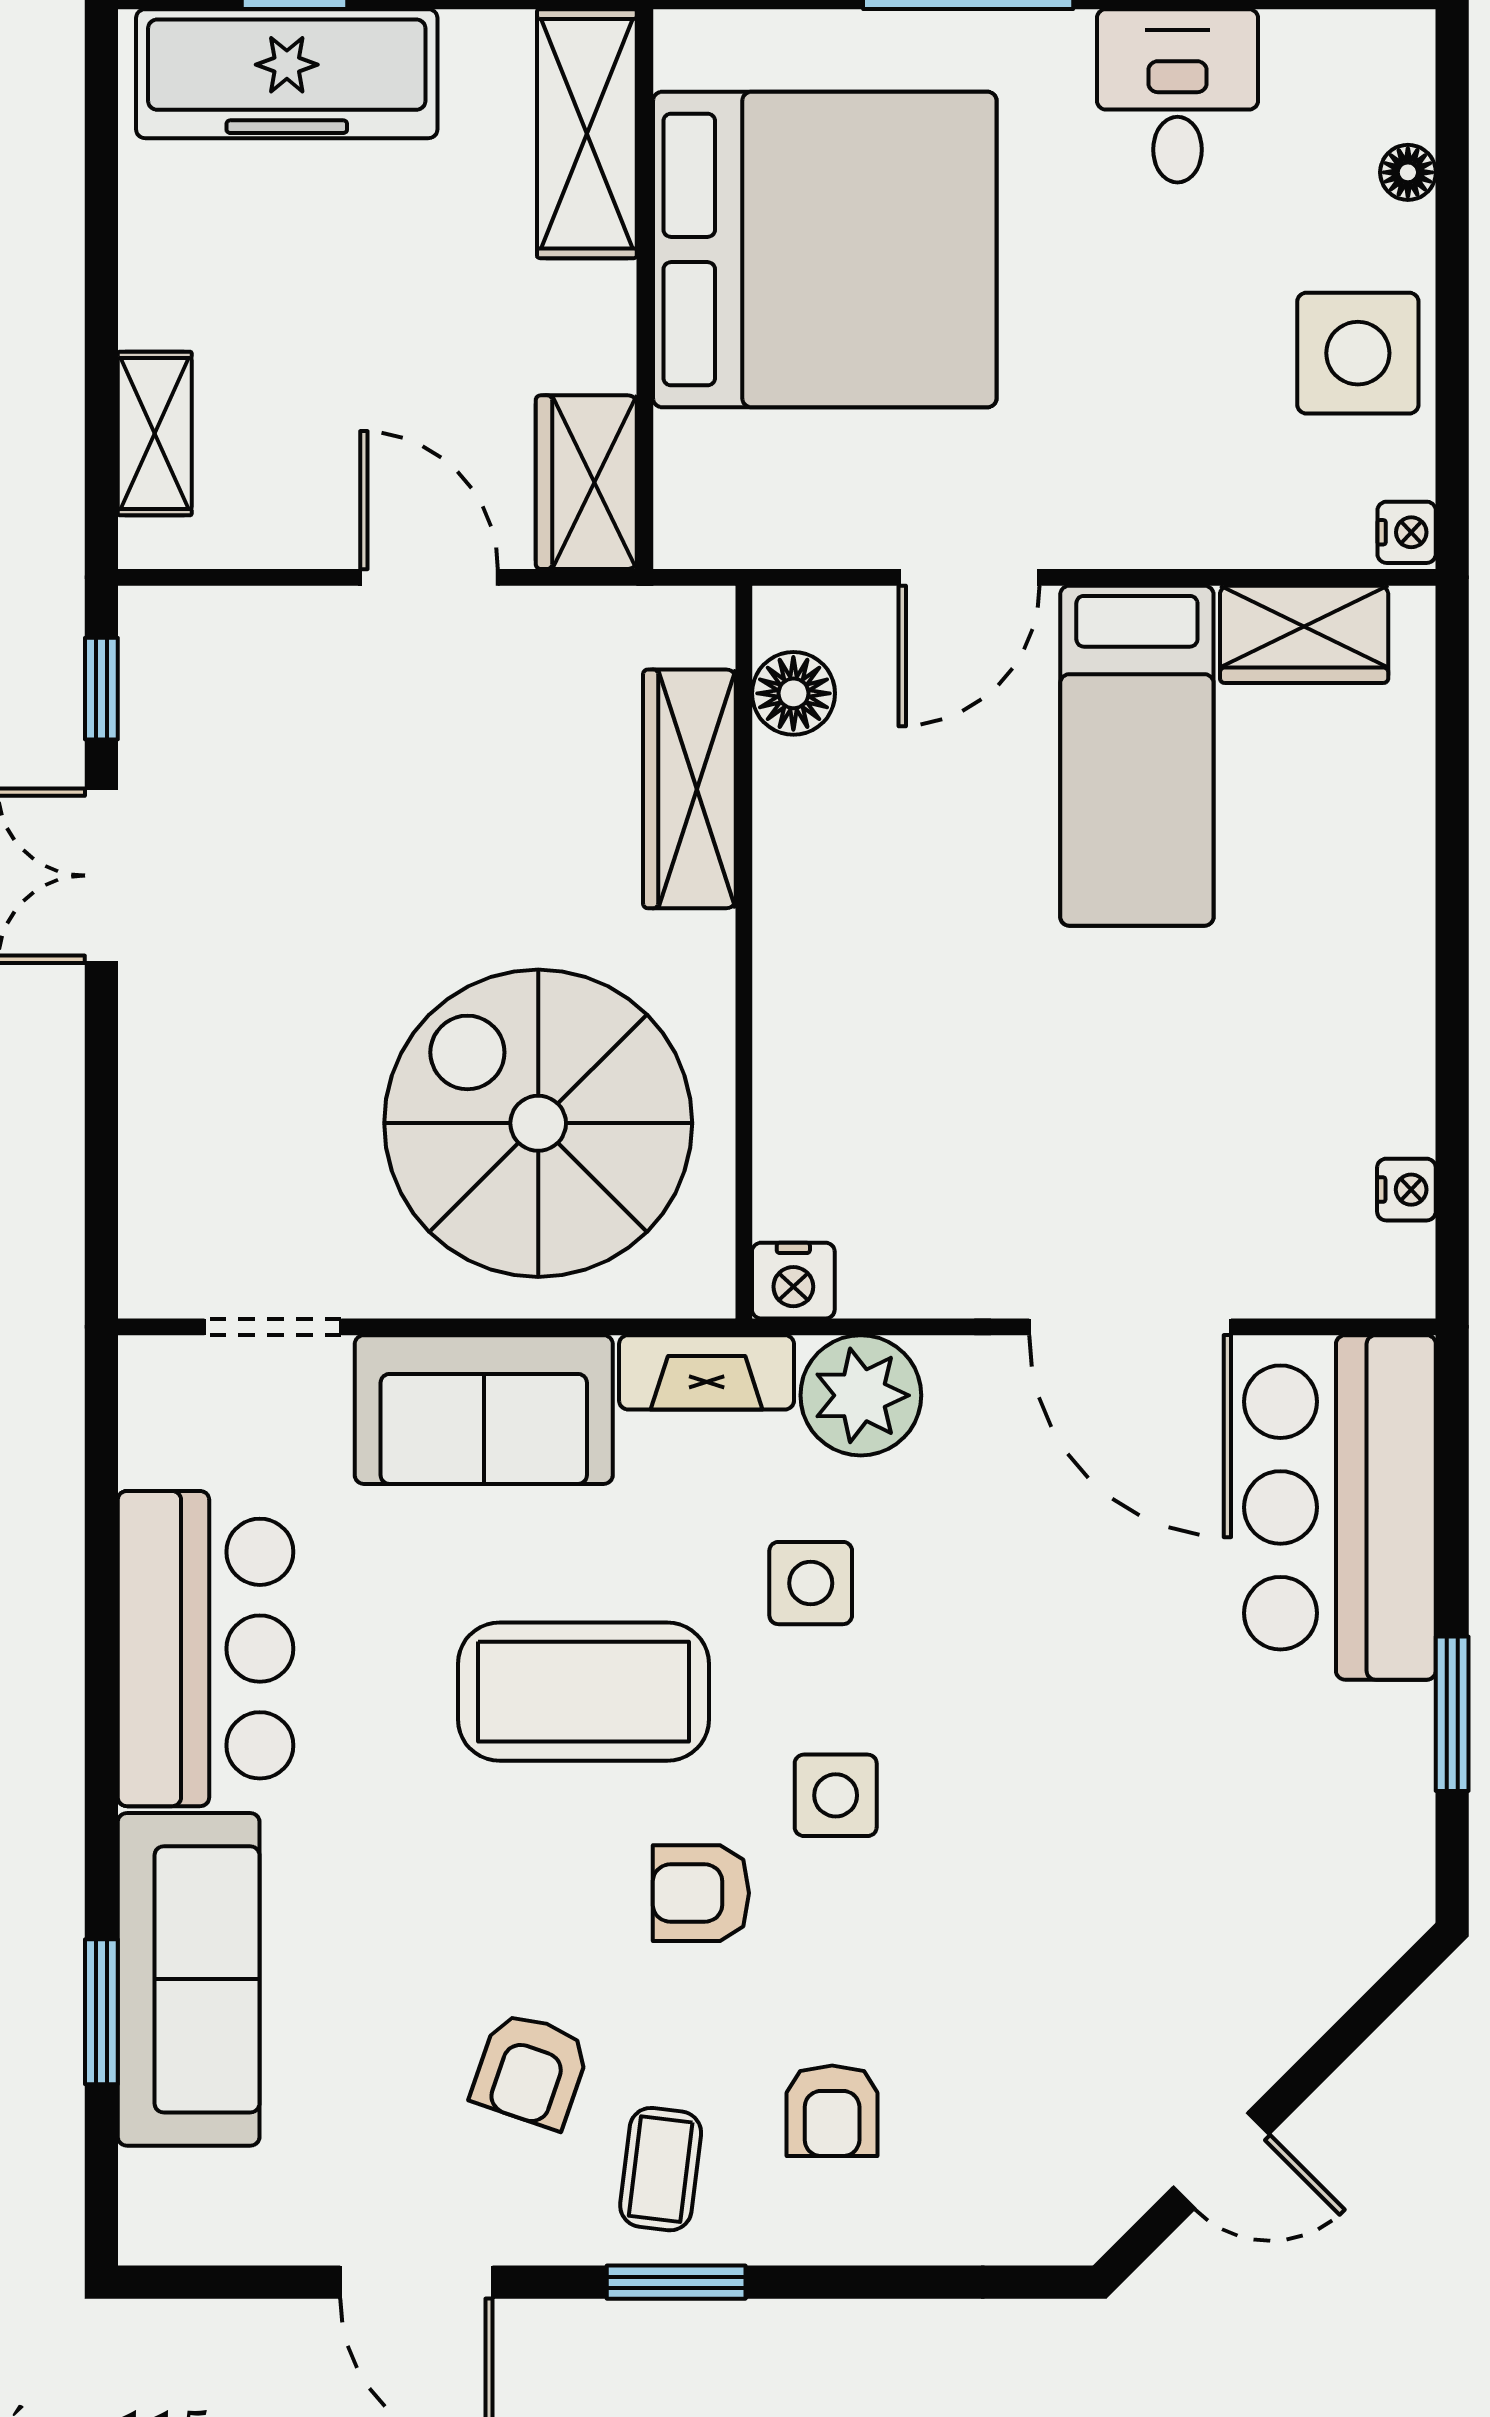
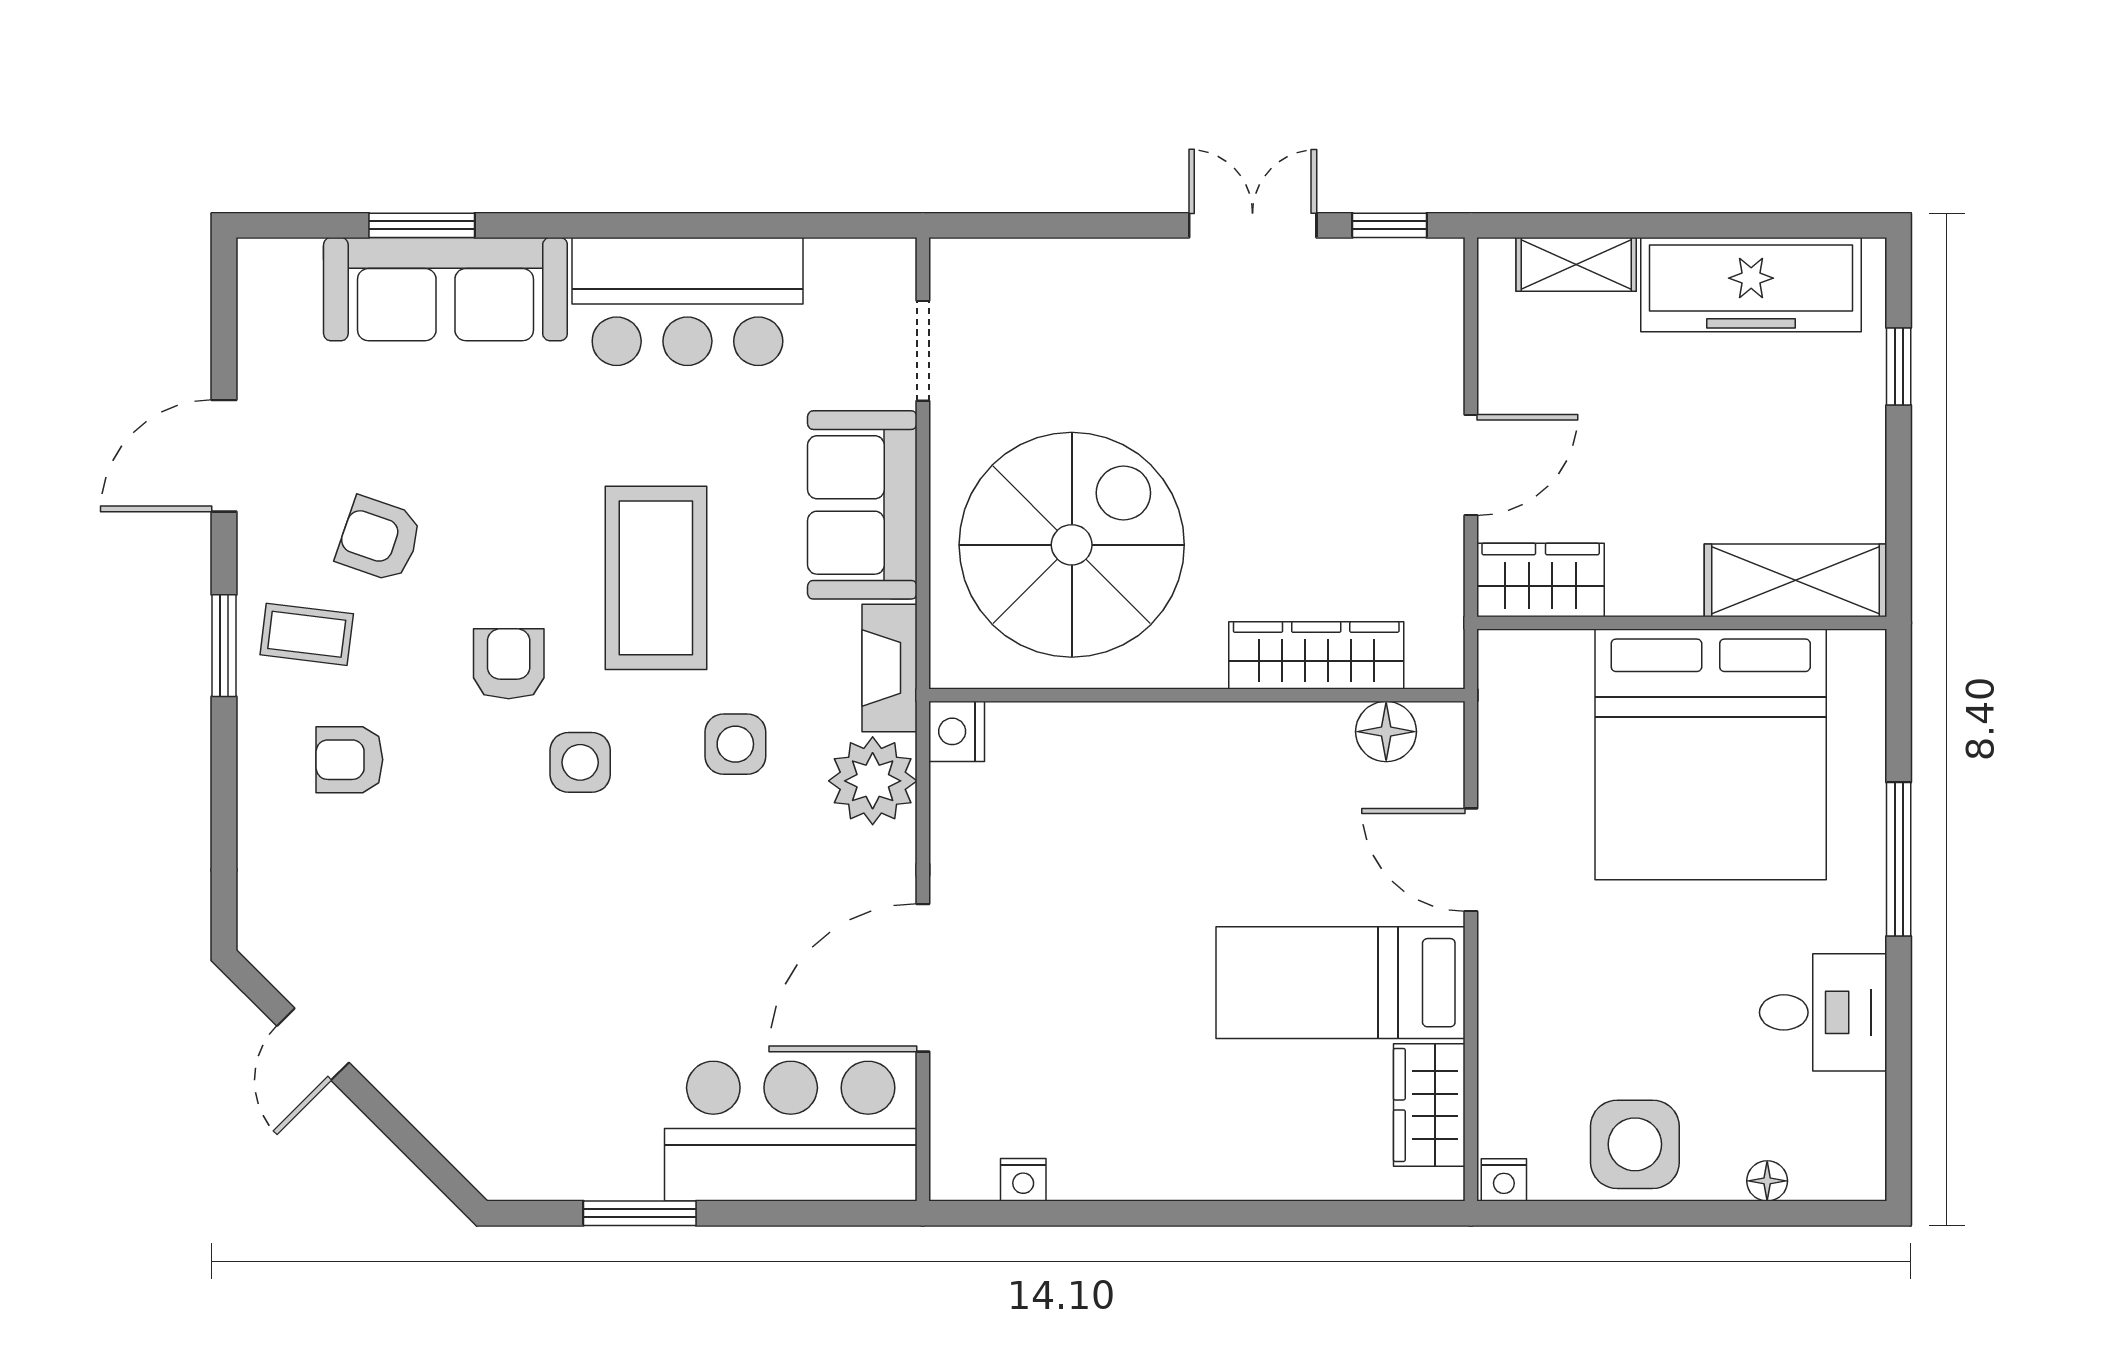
freezer: (287, 74) -> (1751, 285), moved, turned -90

